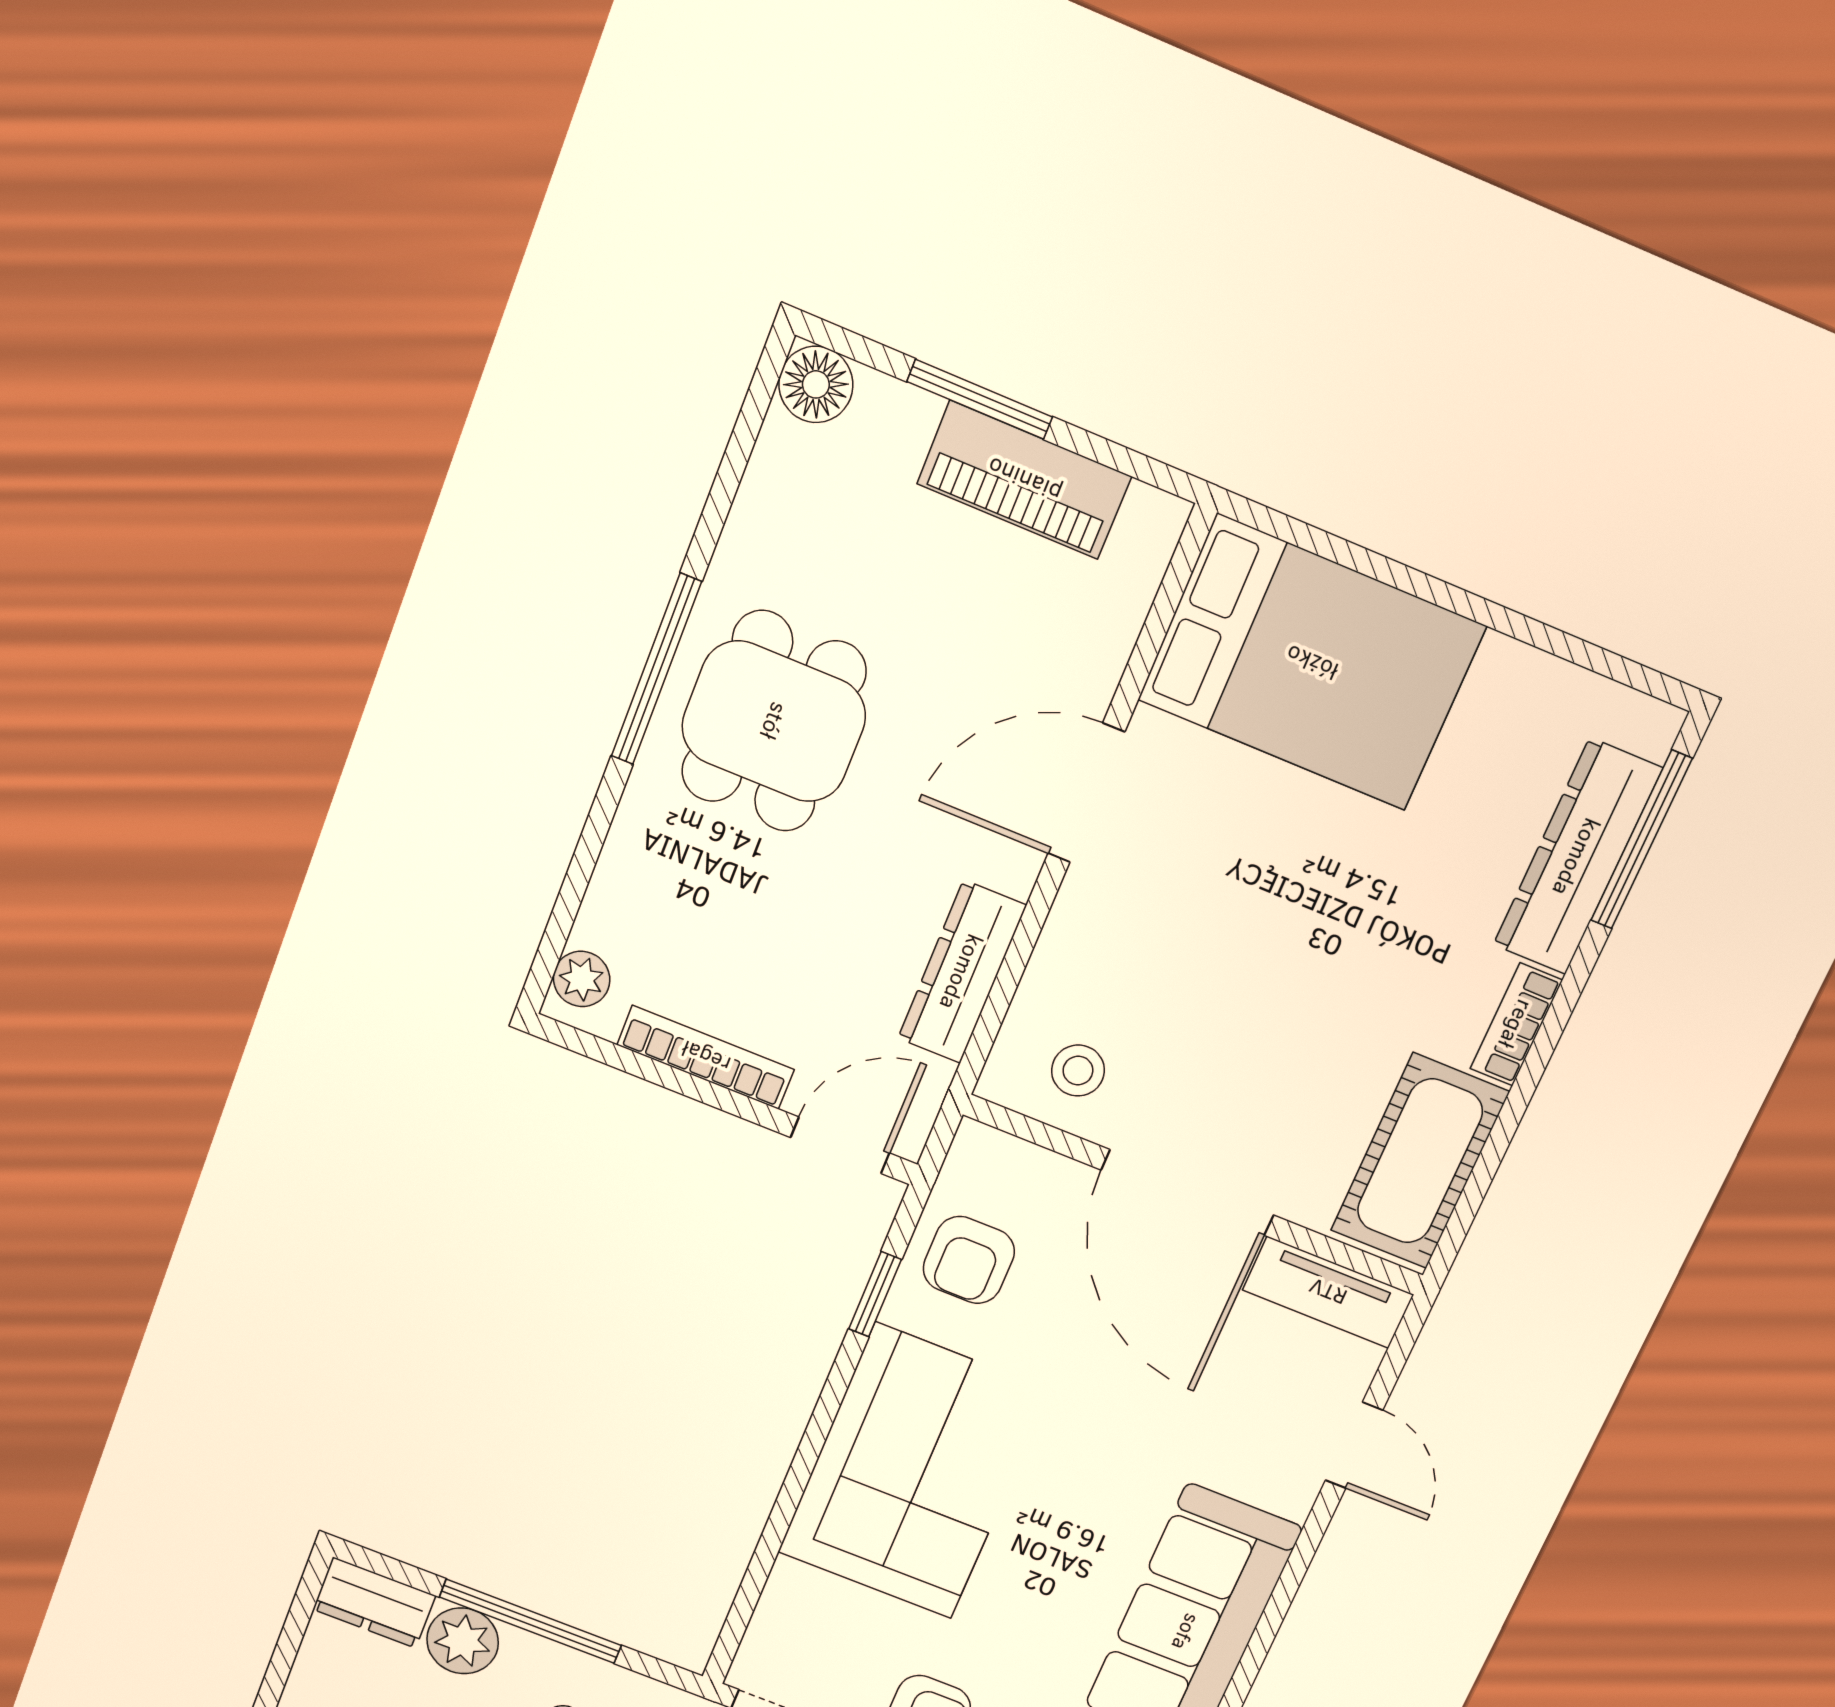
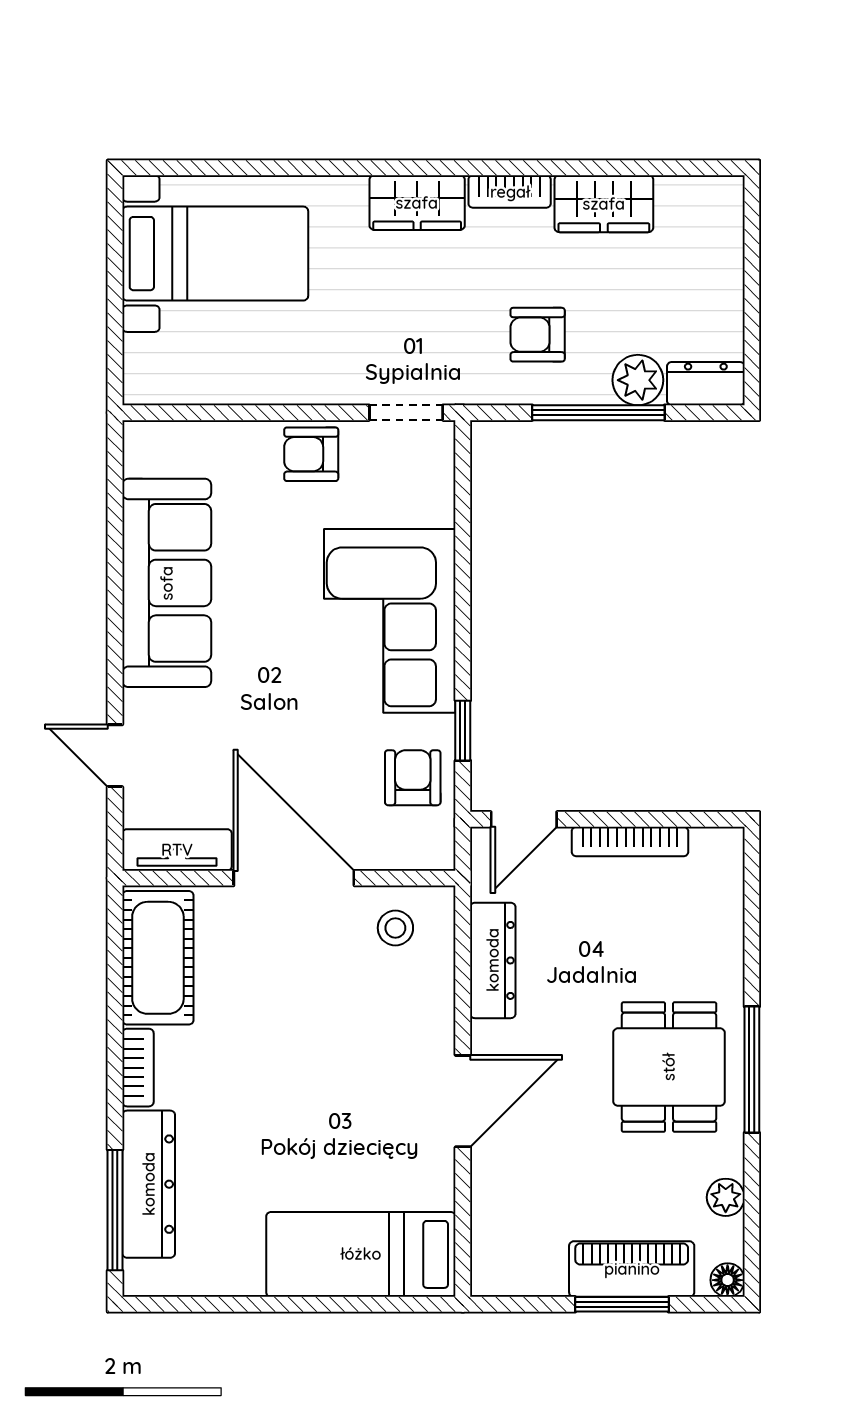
floor lamp: (816, 384) -> (728, 1280), width x0.73, depth x0.73
piano: (1024, 480) -> (632, 1269), moved
bed: (1312, 663) -> (361, 1254), width x0.67
plant: (582, 979) -> (726, 1197), moved

